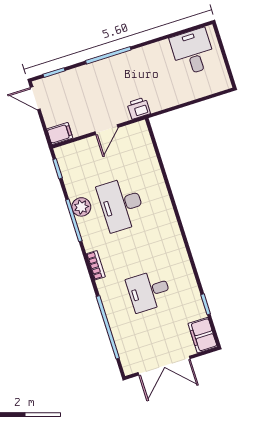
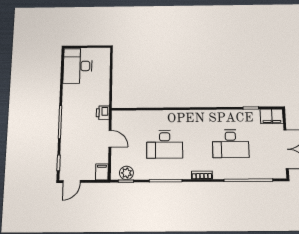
desk: (193, 52) -> (78, 66), width x1.37
plant: (81, 207) -> (126, 173), moved
desk: (149, 291) -> (231, 144), width x1.37

